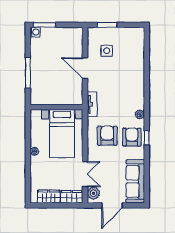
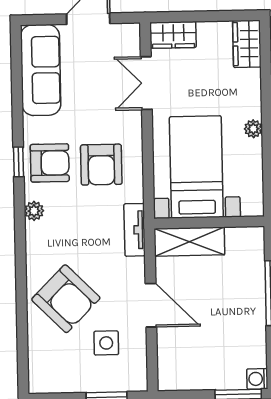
armchair: (126, 72) -> (66, 299), added
shelving: (66, 98) -> (189, 242), added
armchair: (132, 137) -> (50, 163), turned -90
plant: (94, 193) -> (128, 43), removed
wardrobe: (49, 197) -> (247, 44), moved, turned 90

